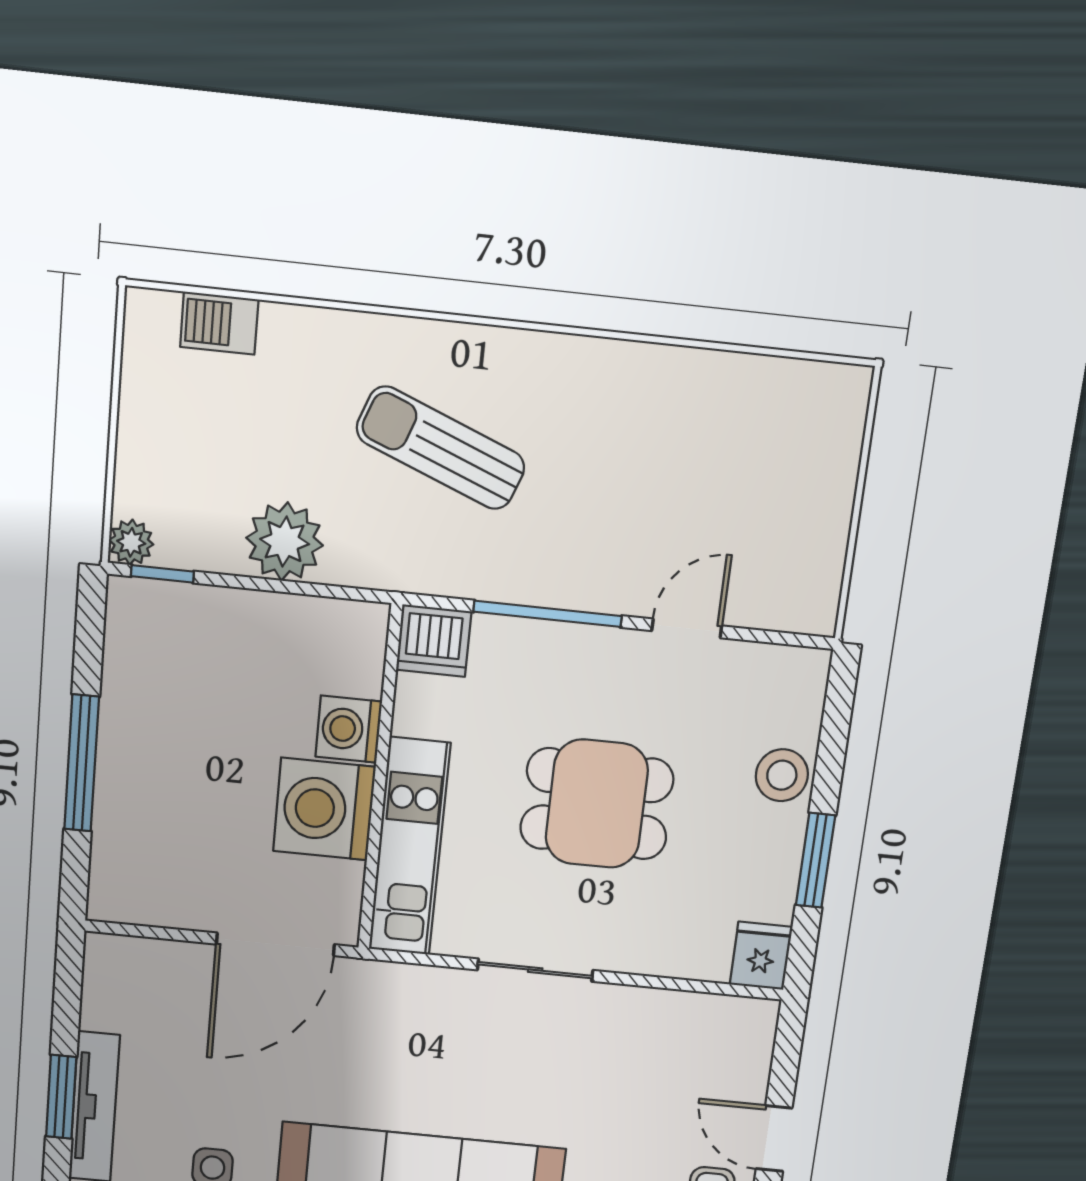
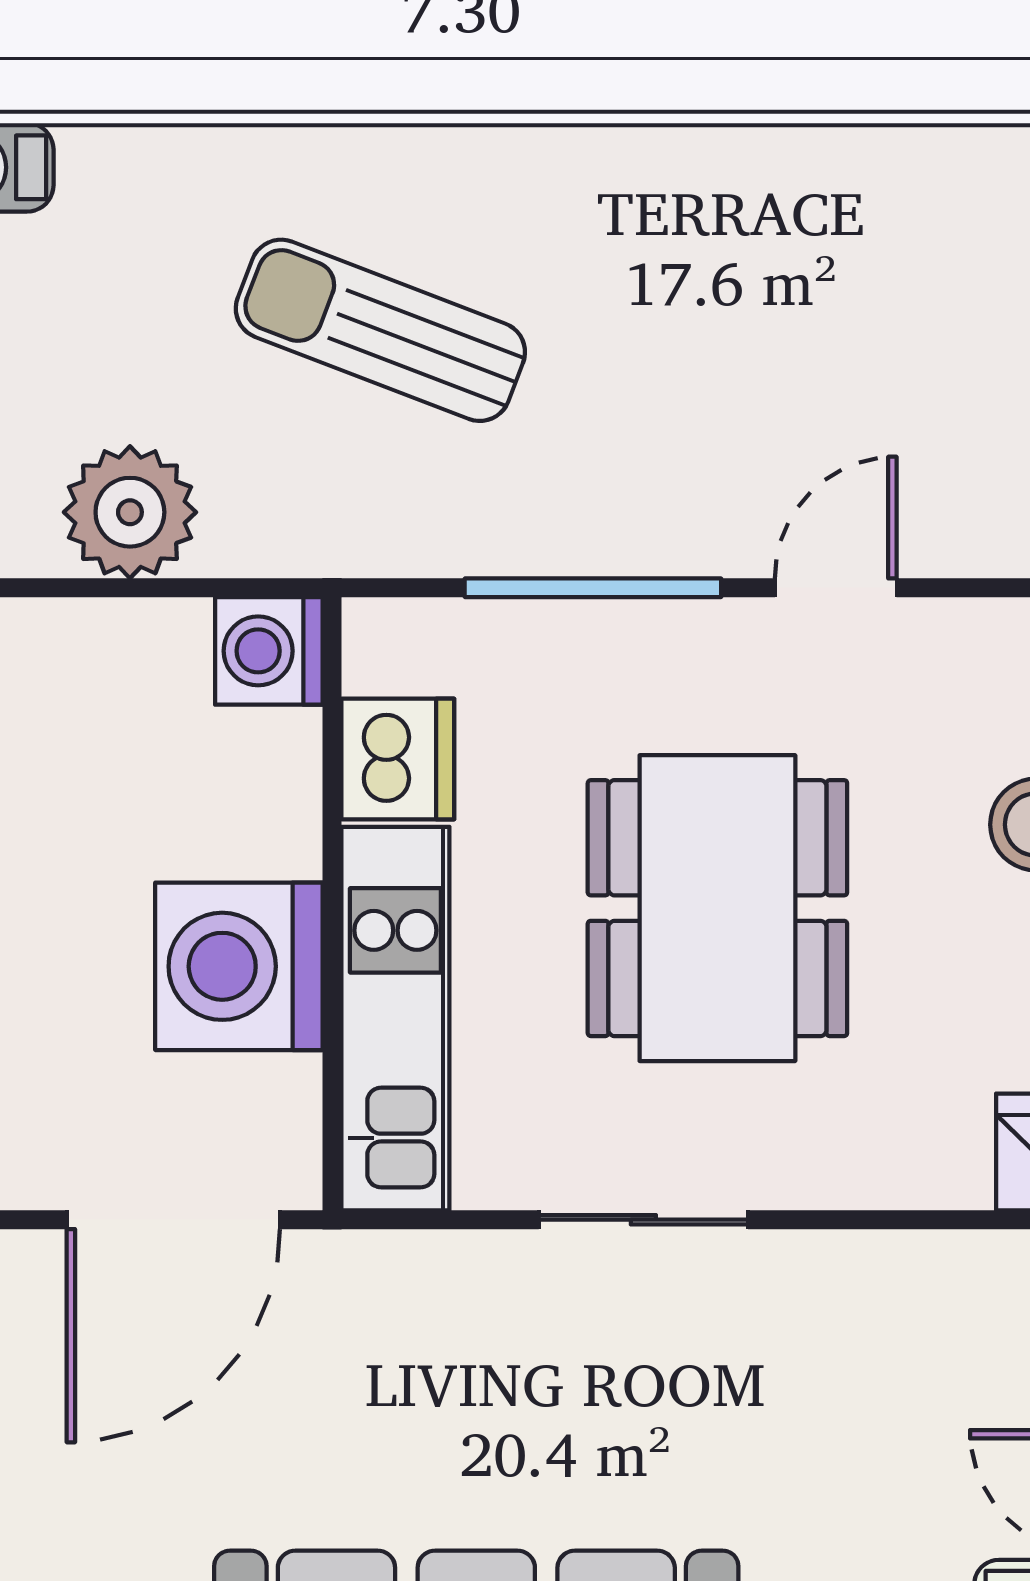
dishwasher: (434, 641) -> (398, 759), moved, turned -90
washing machine: (349, 729) -> (269, 651), moved
dining table: (597, 804) -> (717, 908), width x1.38

